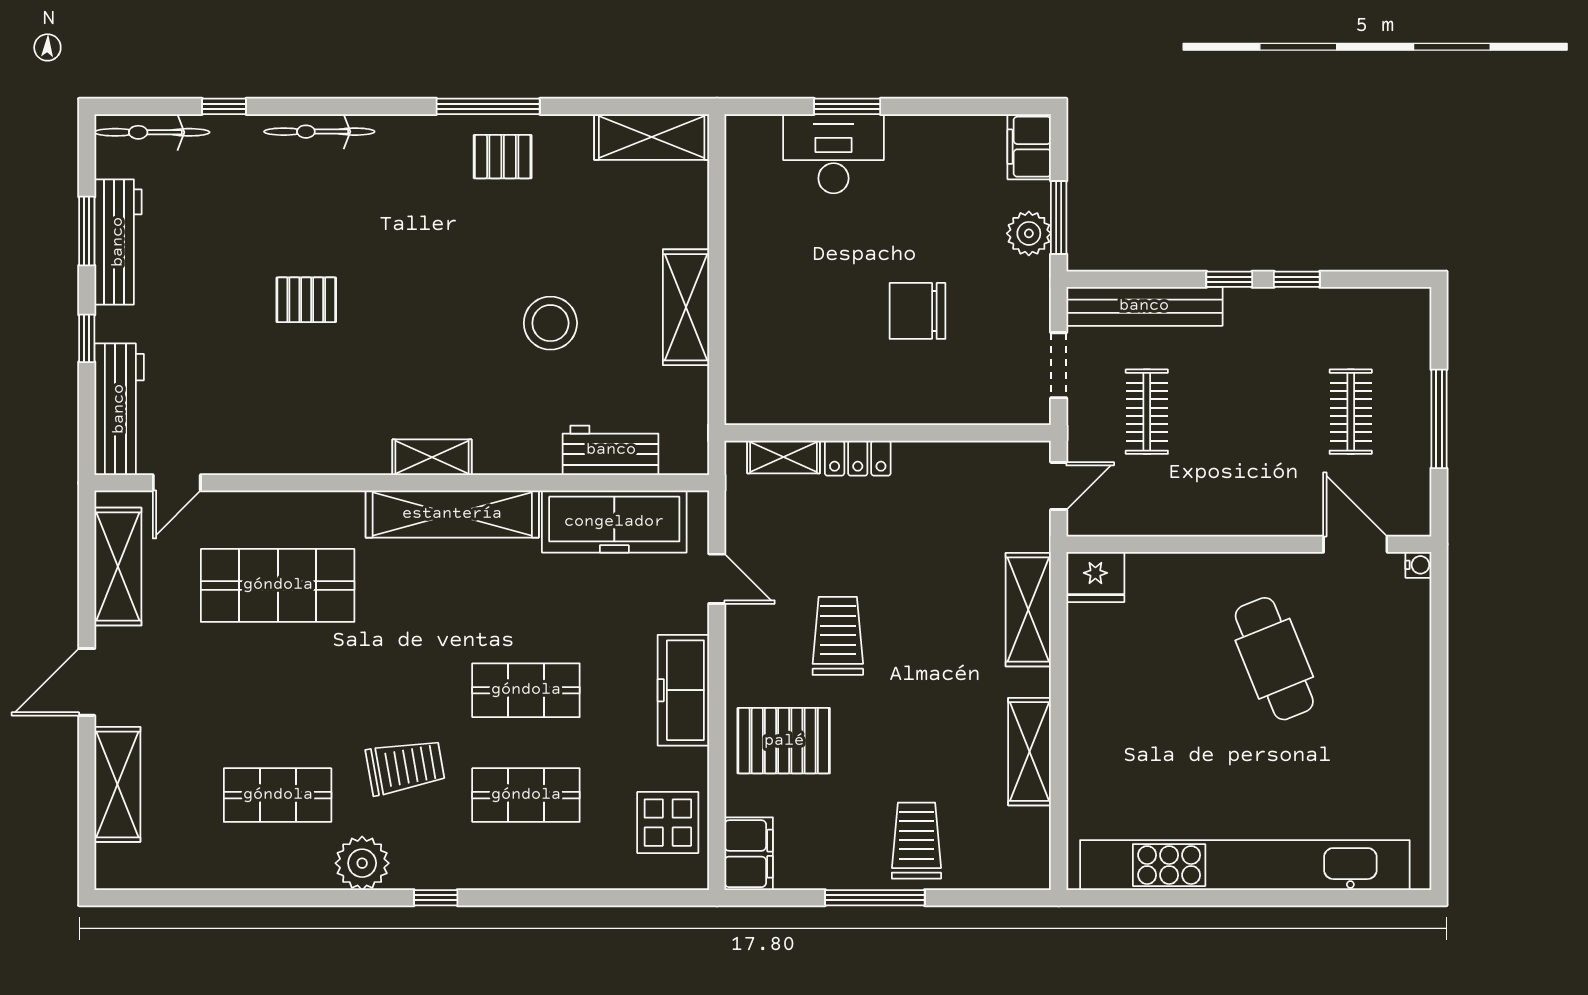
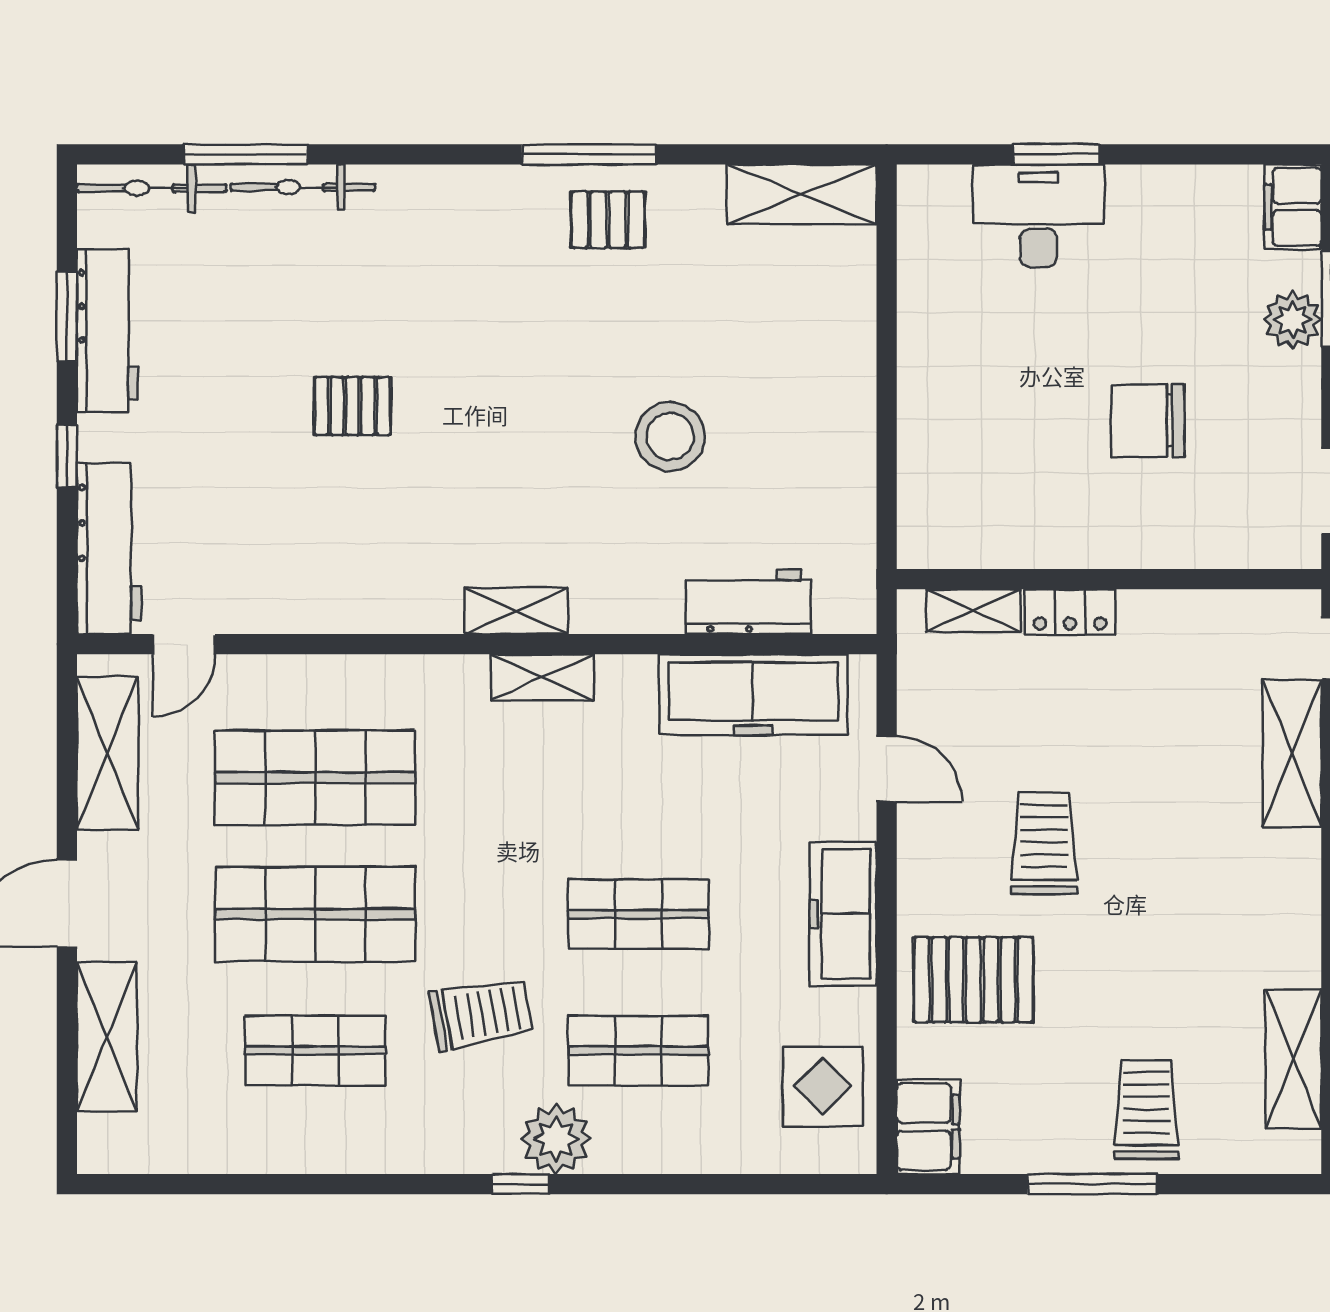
window: (224, 106) -> (245, 154), width x2.17
bicycle: (319, 132) -> (303, 187), moved
shelving: (686, 307) -> (846, 416), removed
shelving: (452, 514) -> (542, 677), width x0.45, depth x0.75
shelving: (1028, 610) -> (1292, 754), moved
shop shelf: (278, 690) -> (315, 914), added
shelving: (1029, 752) -> (1293, 1059), moved
plant: (362, 863) -> (556, 1139), moved

